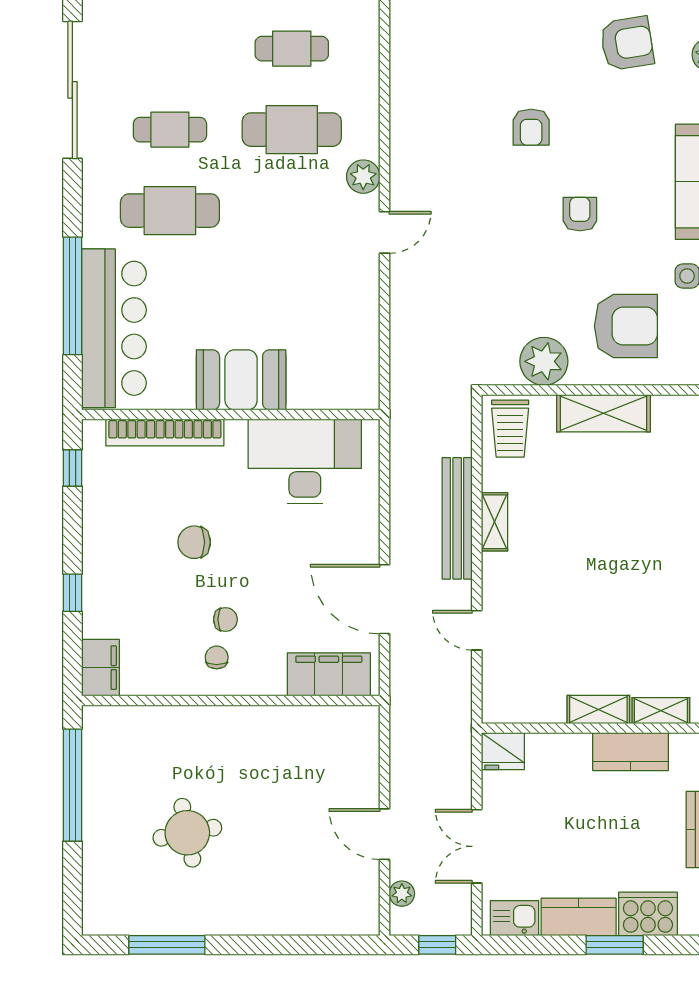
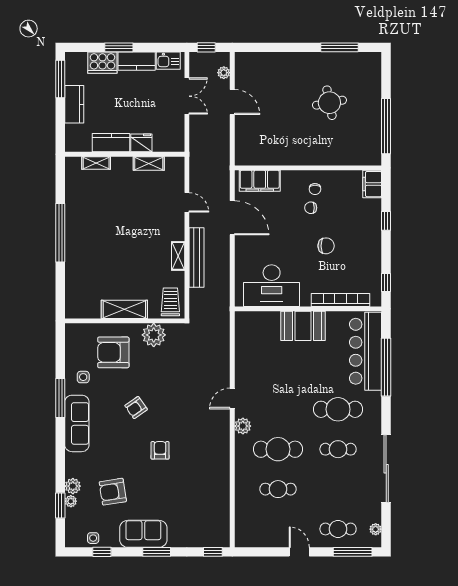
armchair: (580, 214) -> (136, 408), turned 55
shelving: (598, 709) -> (149, 163), moved
fridge: (503, 751) -> (141, 143), moved

